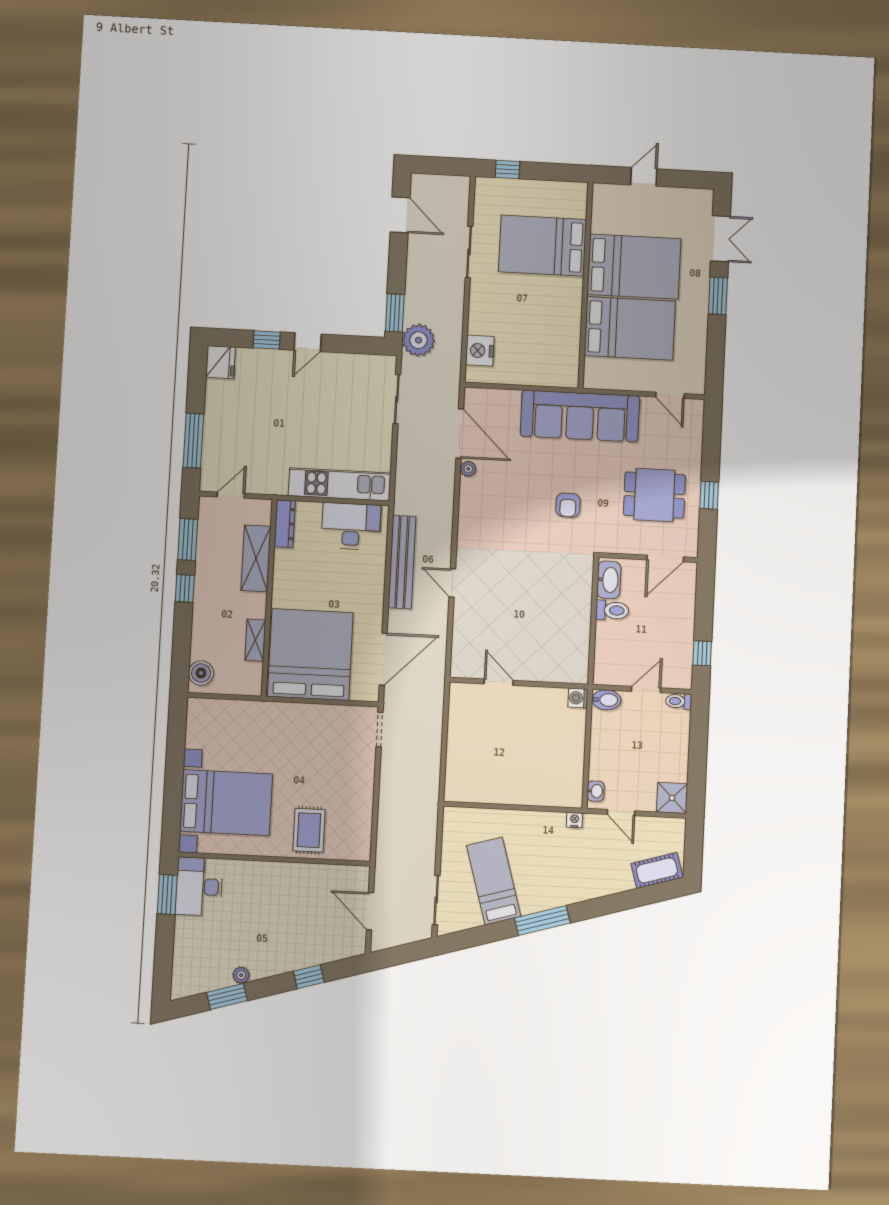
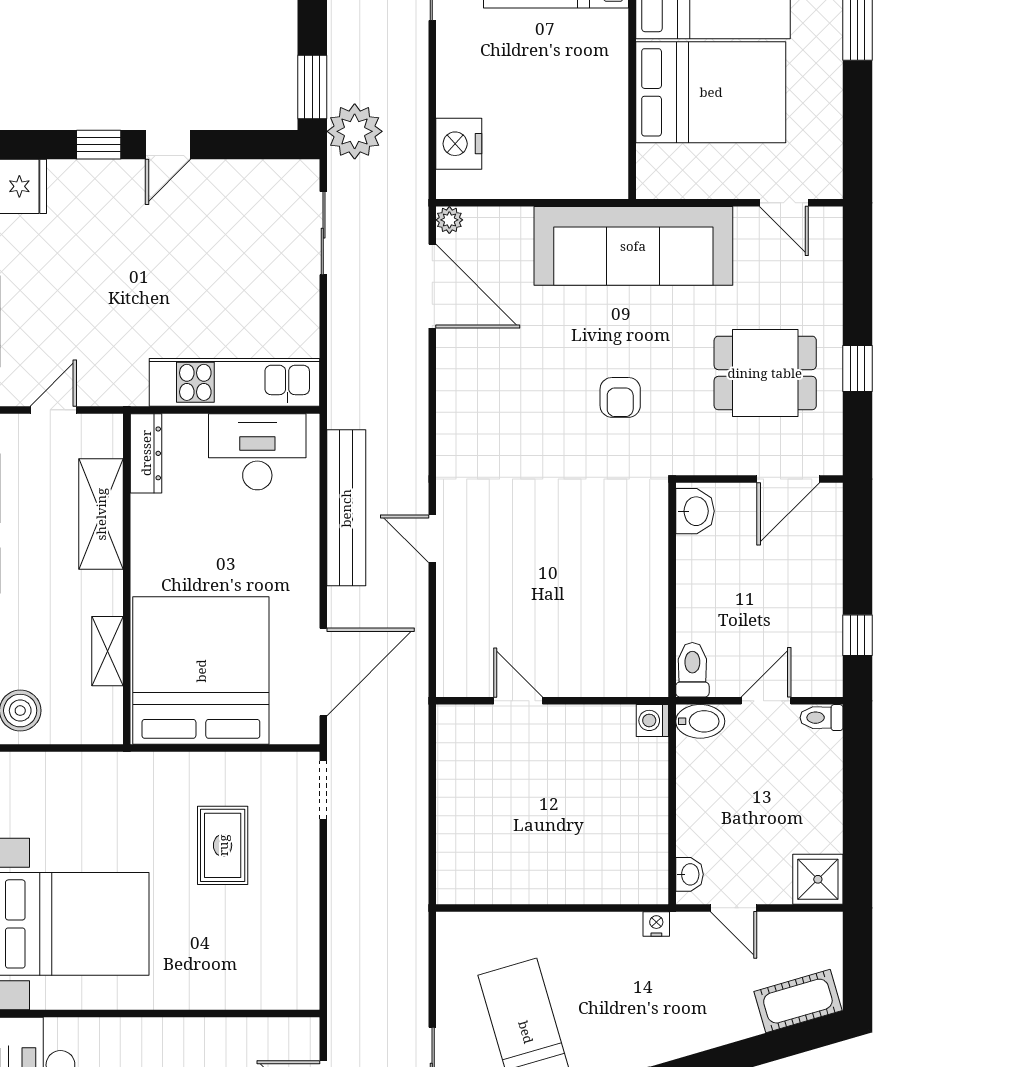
plant: (468, 469) -> (449, 220), moved
washbasin: (609, 580) -> (695, 511), width x0.72
toilet: (612, 610) -> (692, 670), moved, turned -90
rug: (309, 830) -> (223, 845), moved

